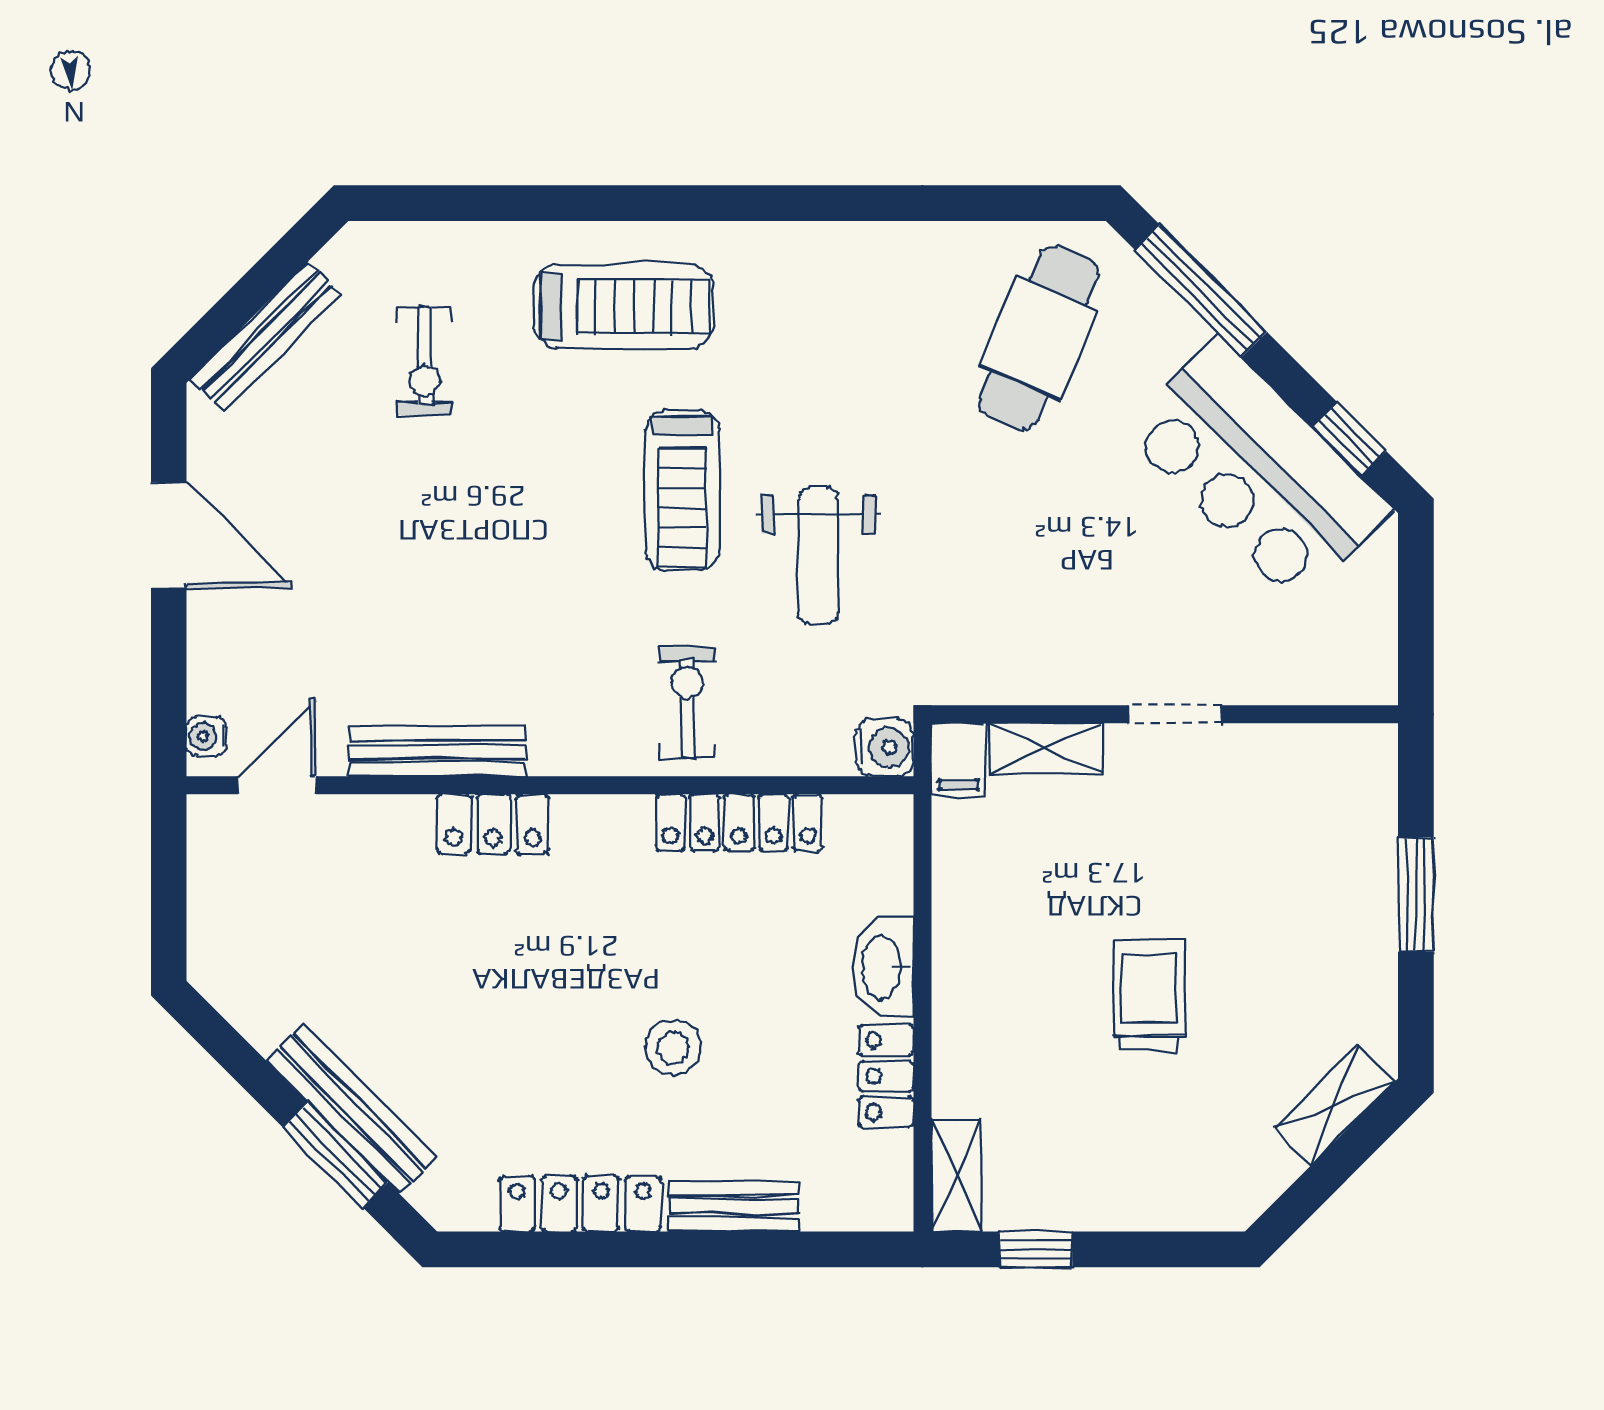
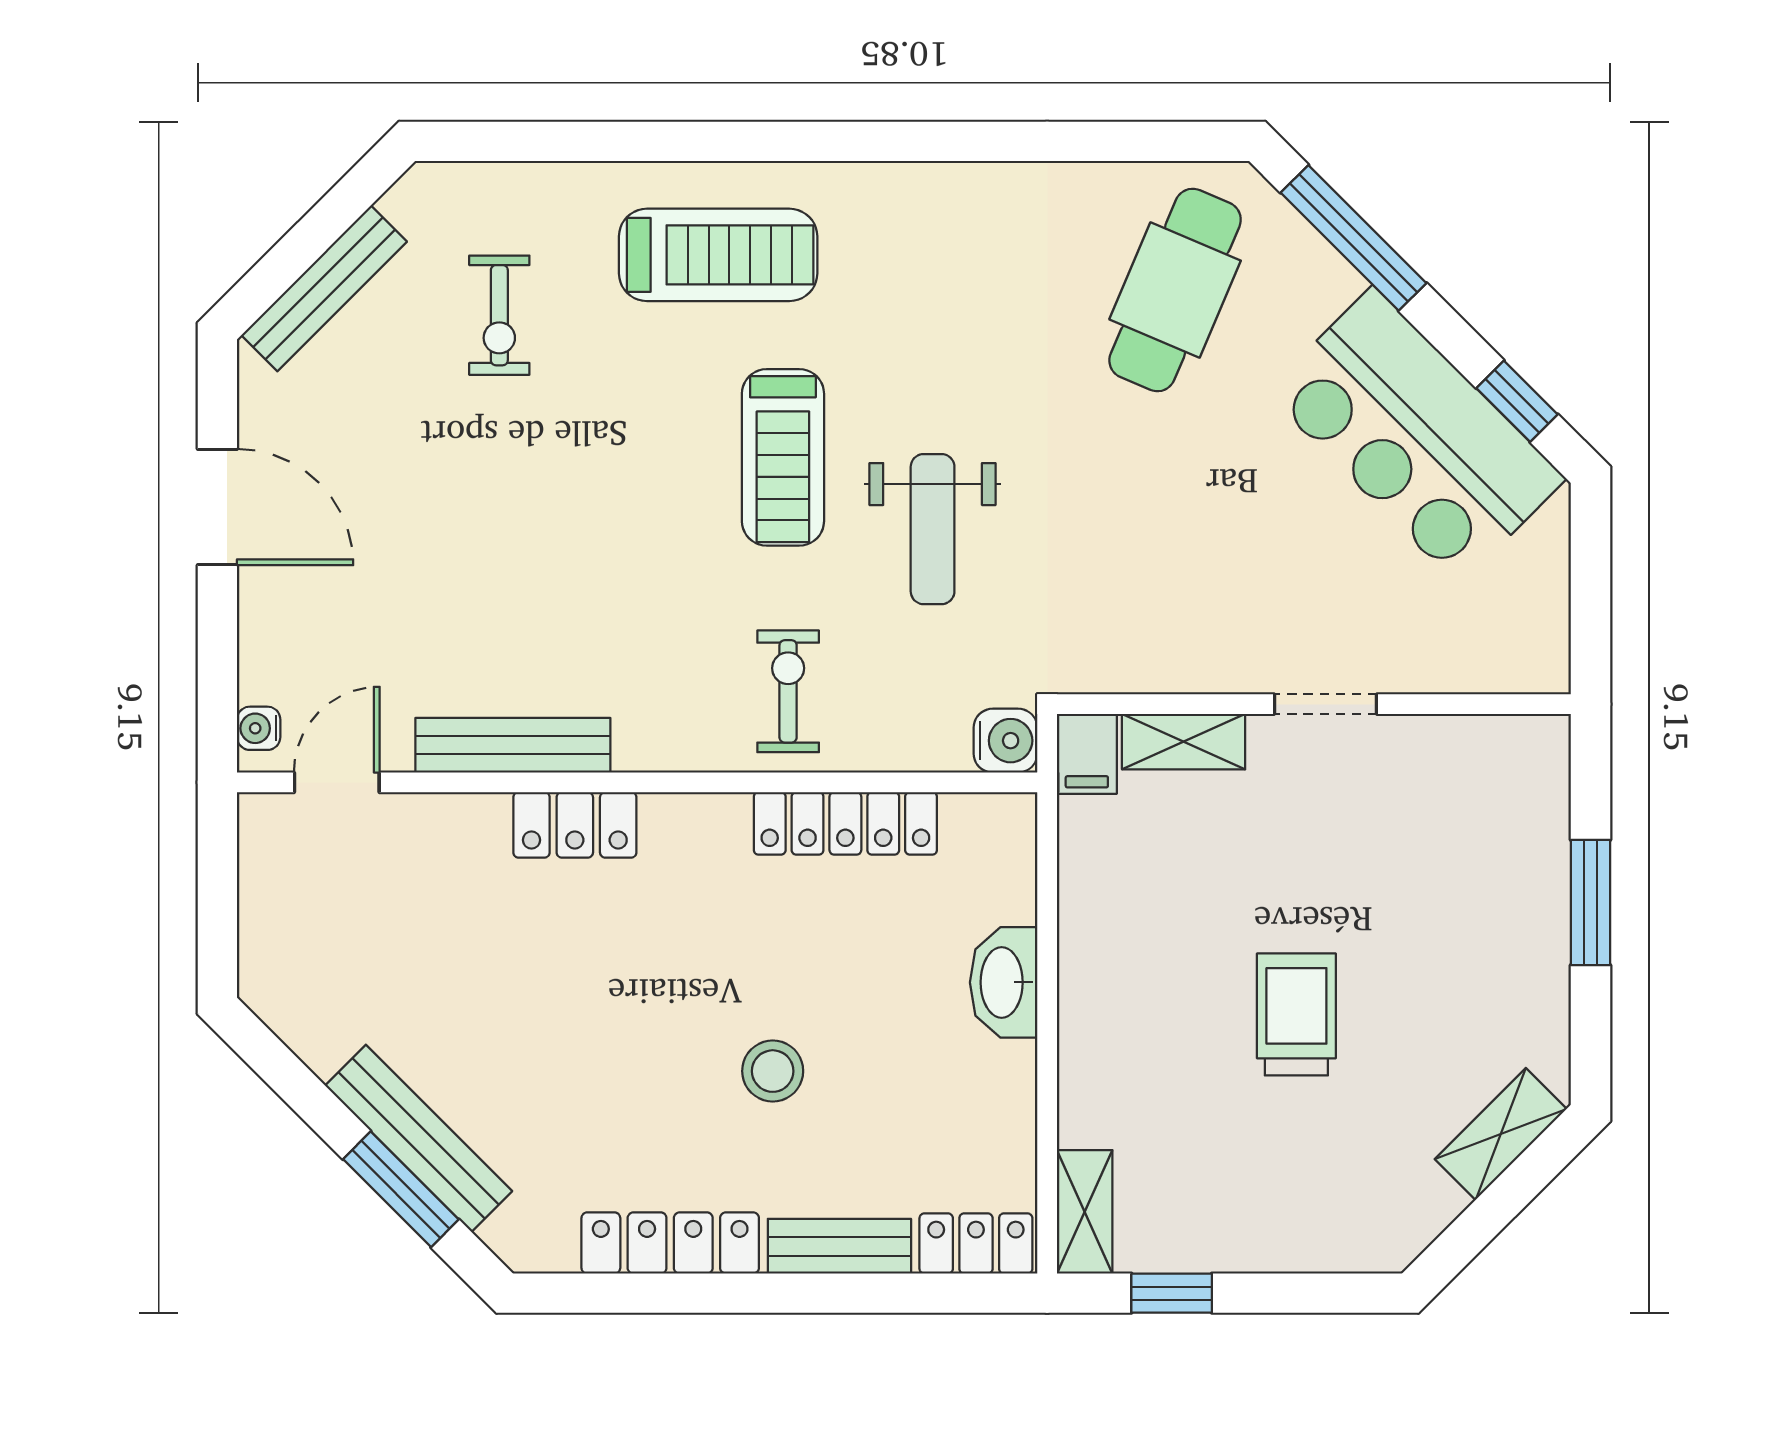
locker: (886, 1076) -> (976, 1243), moved, turned 90

